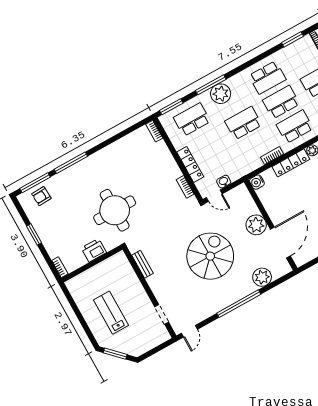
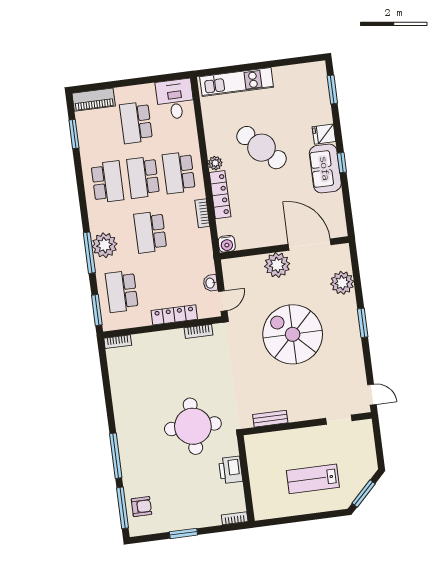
armchair: (41, 196) -> (142, 507), turned -87
window: (239, 304) -> (363, 323), width x0.47

